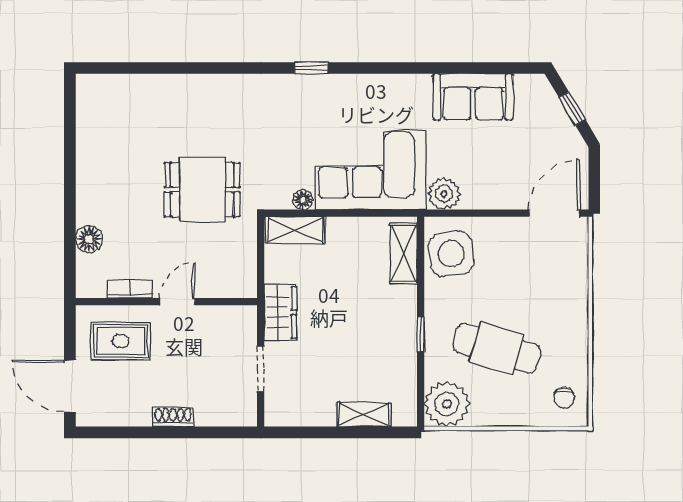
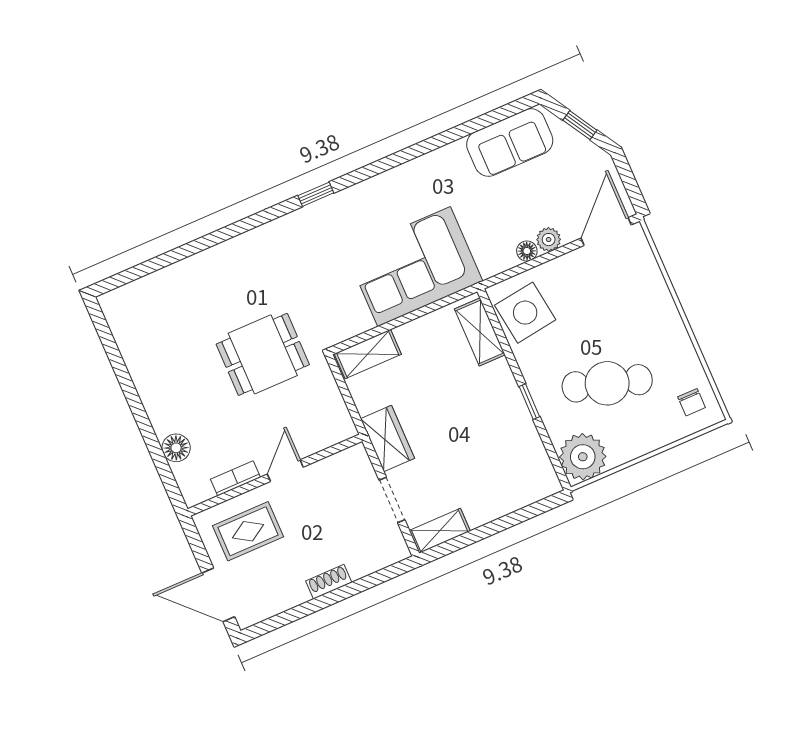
sofa: (473, 97) -> (510, 142), moved
plant: (444, 194) -> (549, 240), moved, width x0.73, depth x0.73
floor lamp: (303, 200) -> (527, 251), moved
shelving: (364, 415) -> (440, 531), moved

